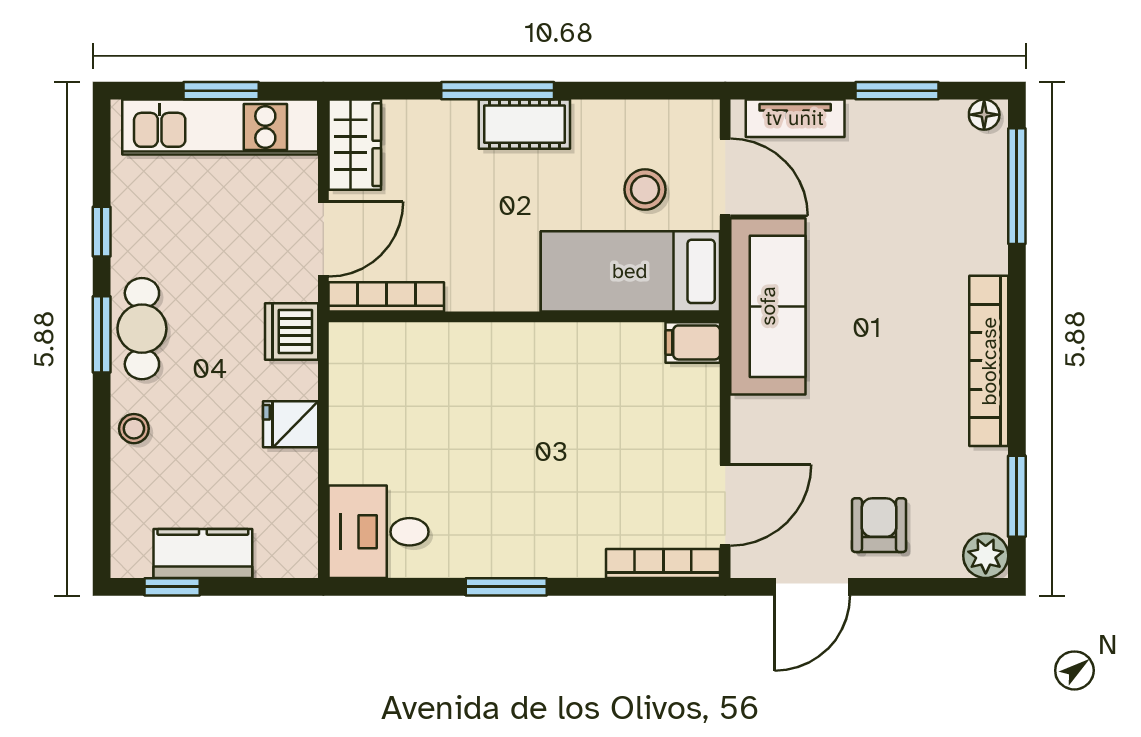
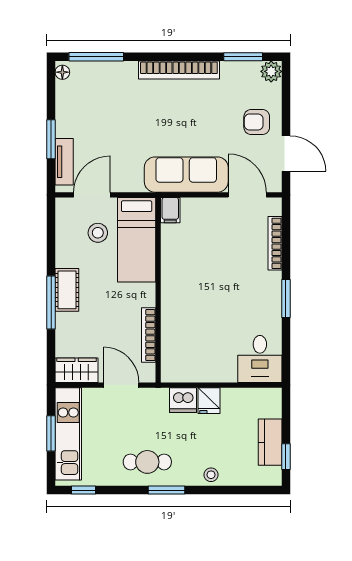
window: (897, 91) -> (51, 139), moved
window: (102, 232) -> (84, 490), moved
bookcase: (386, 297) -> (149, 335), moved
sofa: (768, 306) -> (186, 175), moved
cafe table: (142, 329) -> (147, 462), moved
dishwasher: (292, 331) -> (183, 400), moved
bookcase: (663, 564) -> (275, 243), moved

